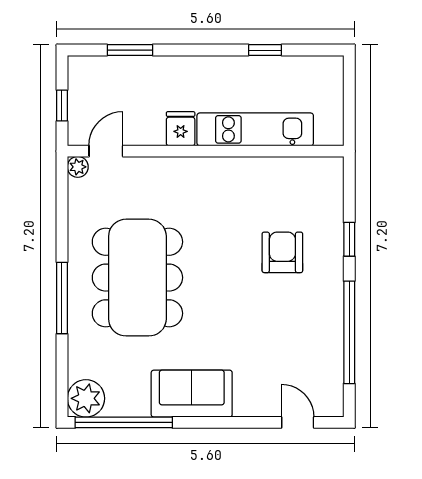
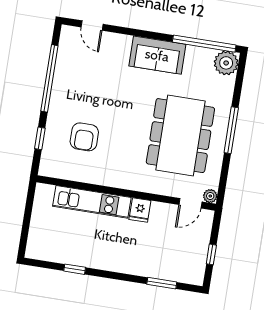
fridge: (181, 129) -> (140, 210), moved
kitchen unit: (255, 129) -> (92, 202), moved
door: (106, 151) -> (190, 203), moved
wall: (206, 151) -> (126, 193), moved
plant: (78, 167) -> (210, 196), moved

